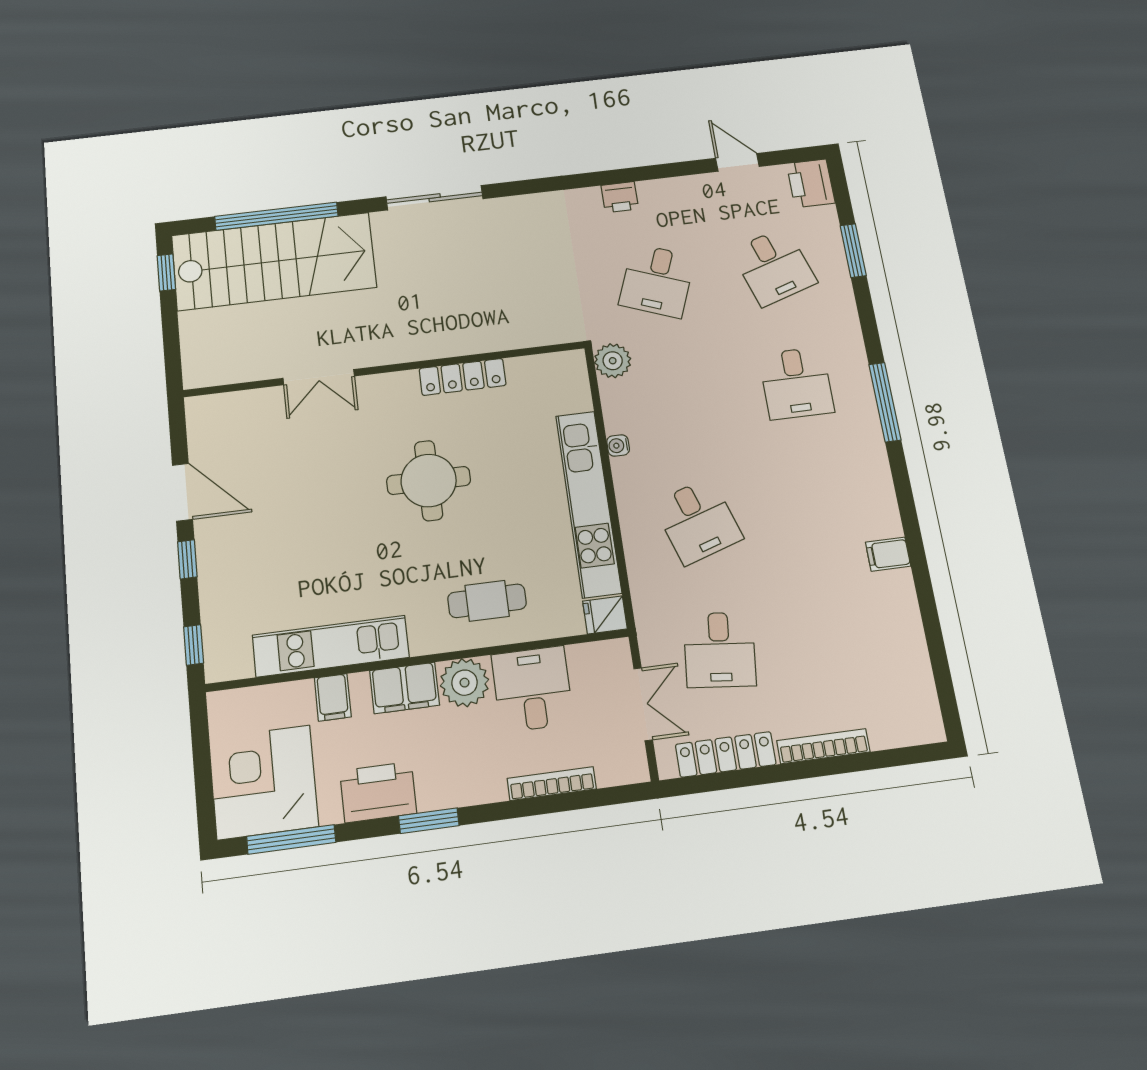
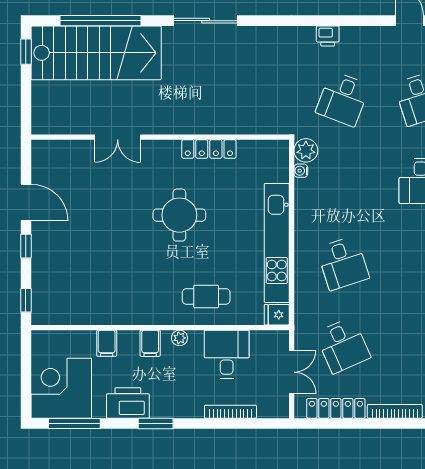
water cooler: (618, 445) -> (301, 171), moved
kitchen unit: (331, 646) -> (108, 312), removed
desk: (720, 650) -> (343, 345), turned -30
plant: (465, 683) -> (179, 338), width x0.53, depth x0.53
filing cabinet: (405, 688) -> (150, 343), width x0.50

